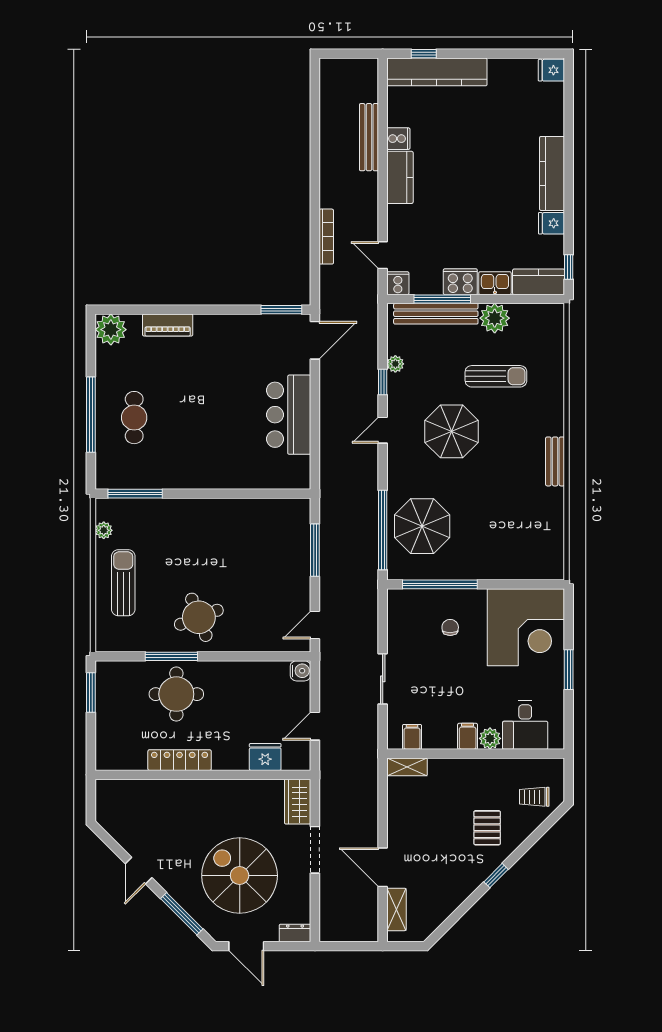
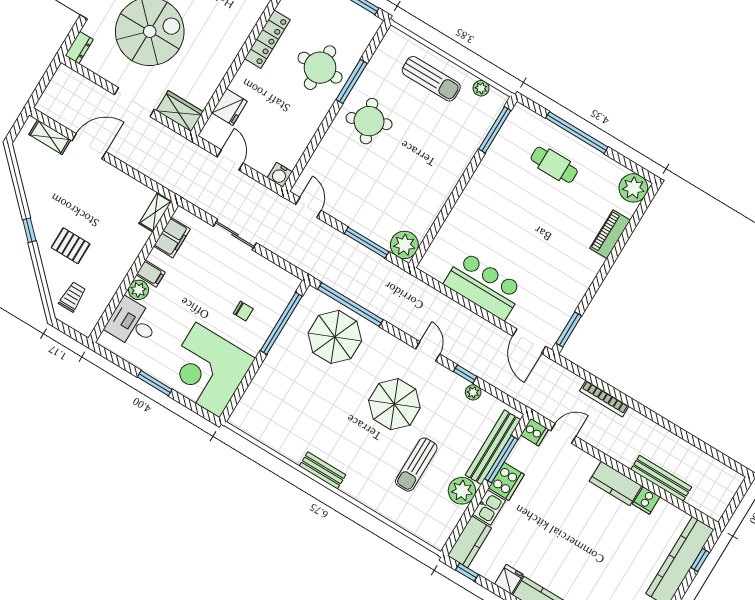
plant: (295, 513) -> (404, 245), added
filing cabinet: (412, 737) -> (172, 238), width x2.00

